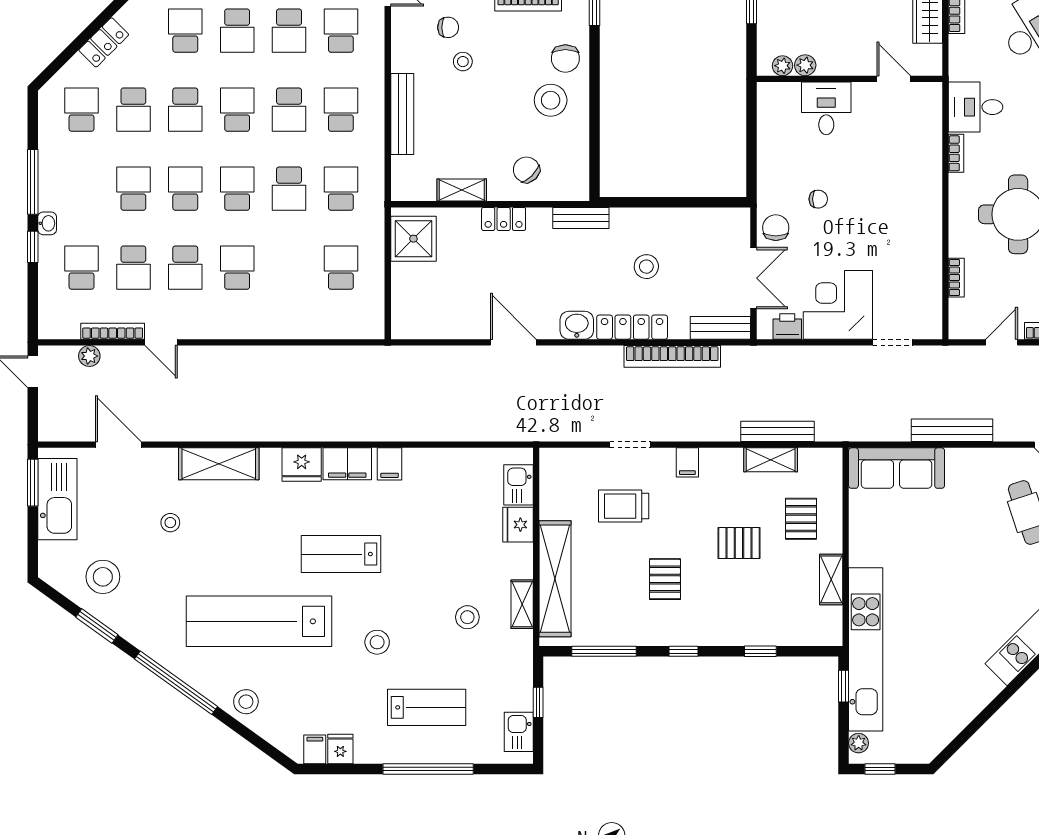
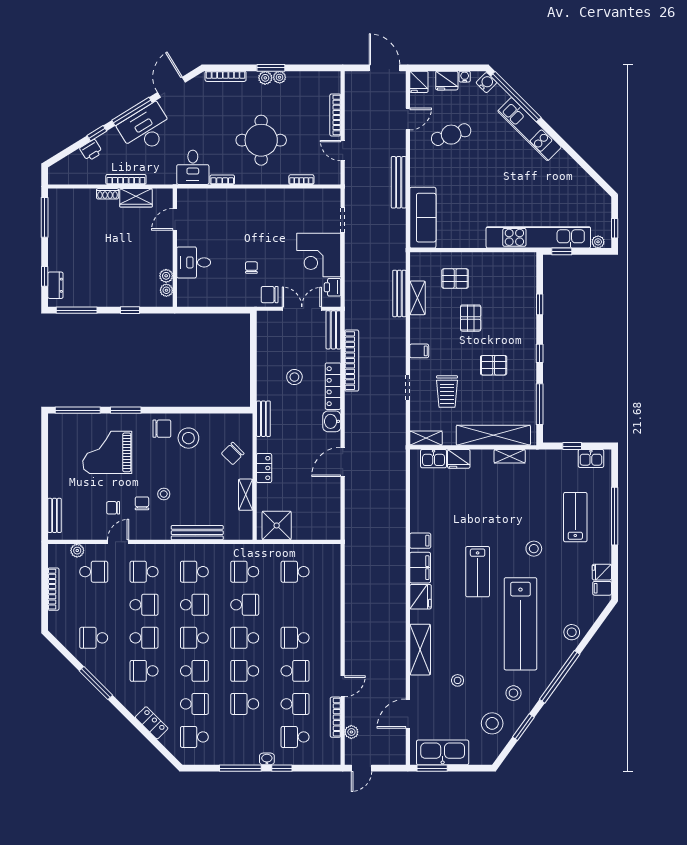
shelving: (831, 579) -> (426, 438), moved
stool: (467, 617) -> (513, 693), moved

